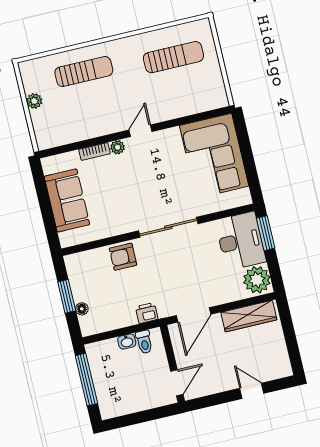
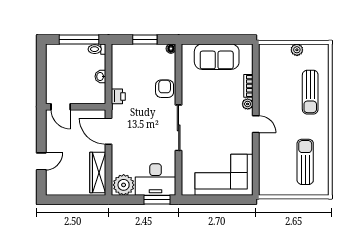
sun lounger: (173, 57) -> (305, 162), turned 180
floor lamp: (82, 309) -> (171, 49), moved
toilet: (144, 342) -> (97, 49), moved

